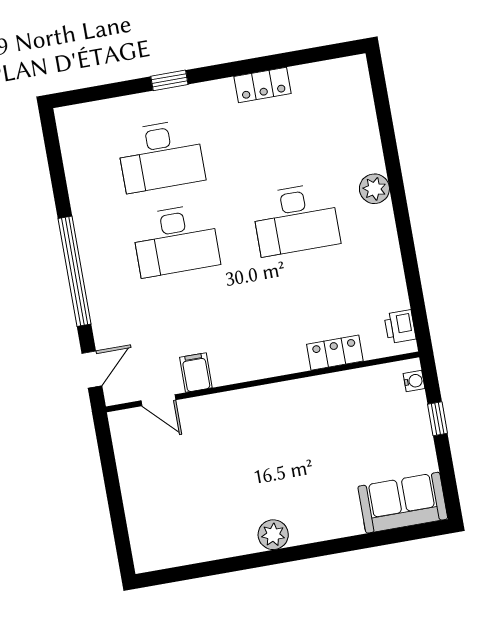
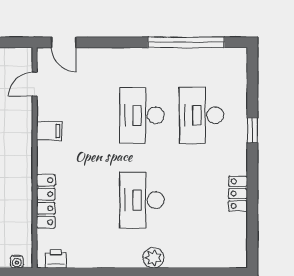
window: (75, 271) -> (186, 42), moved
locker: (335, 353) -> (46, 201), width x1.53
filing cabinet: (196, 372) -> (49, 131), moved

